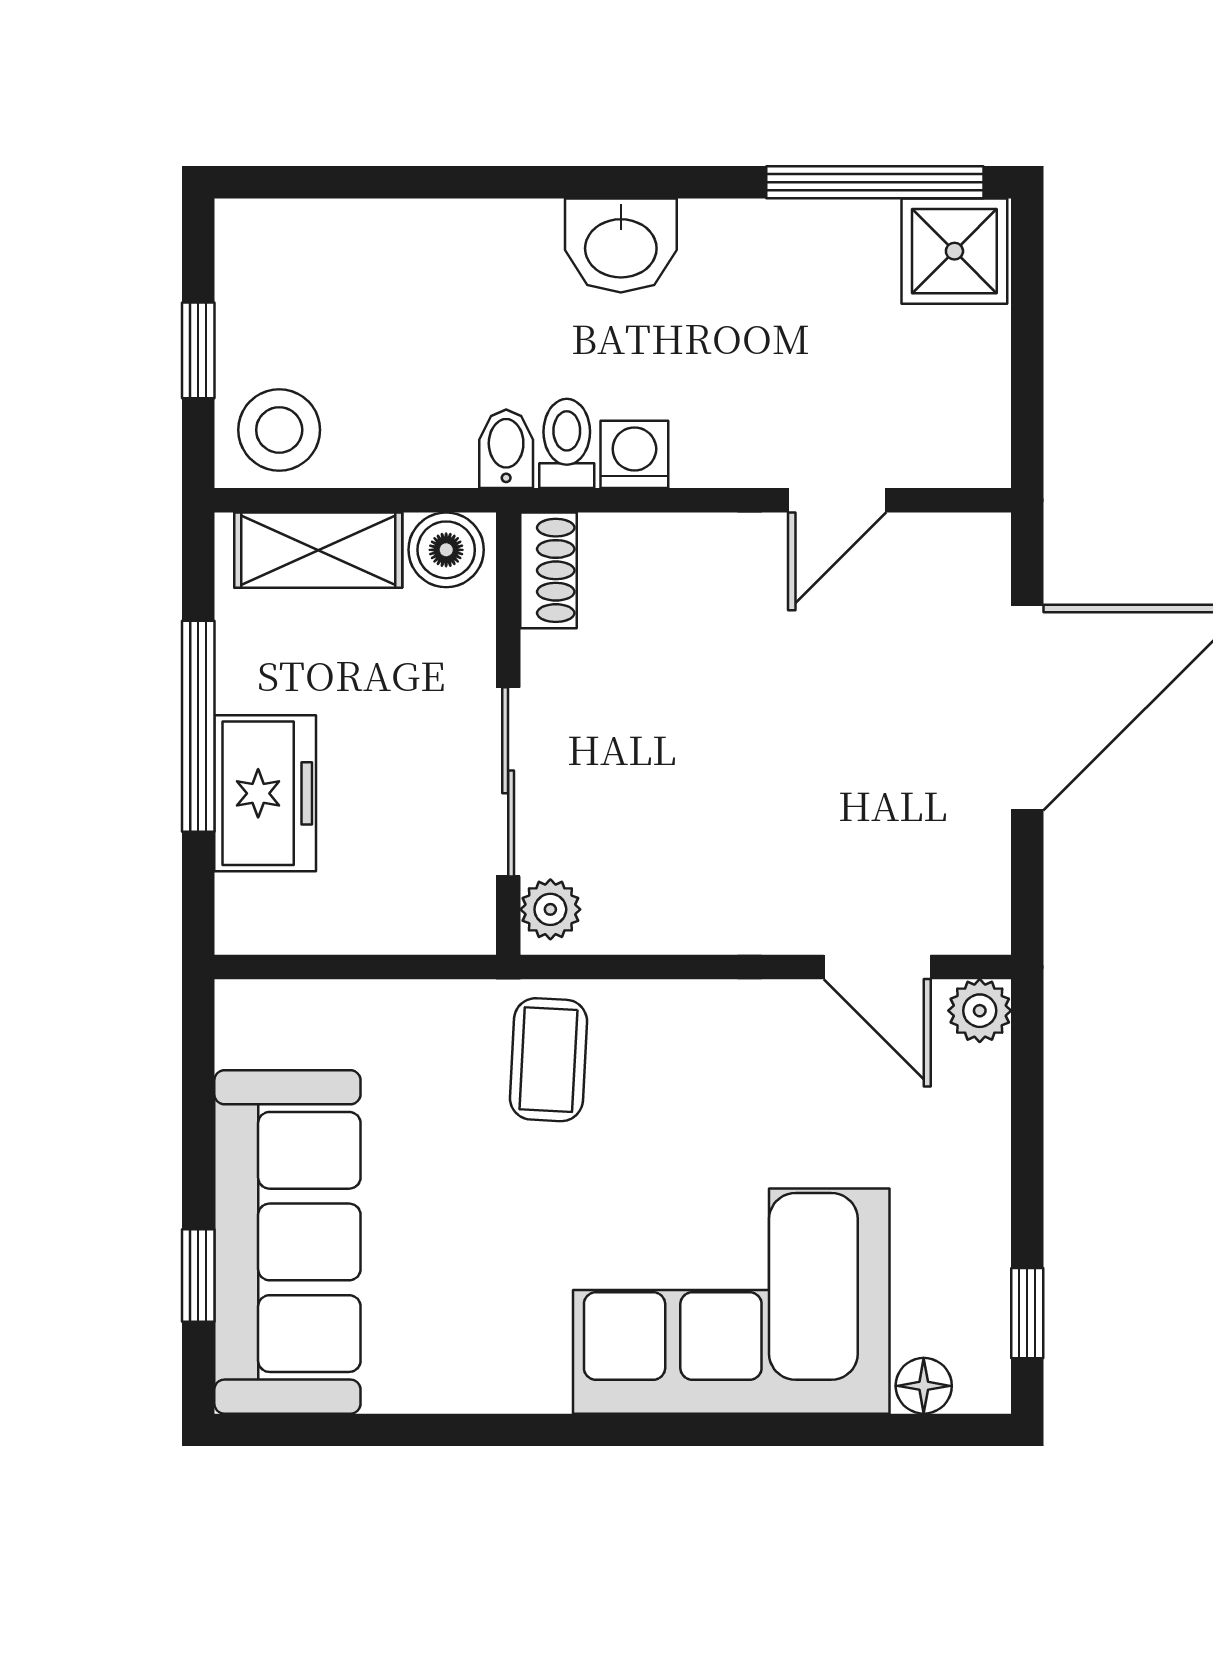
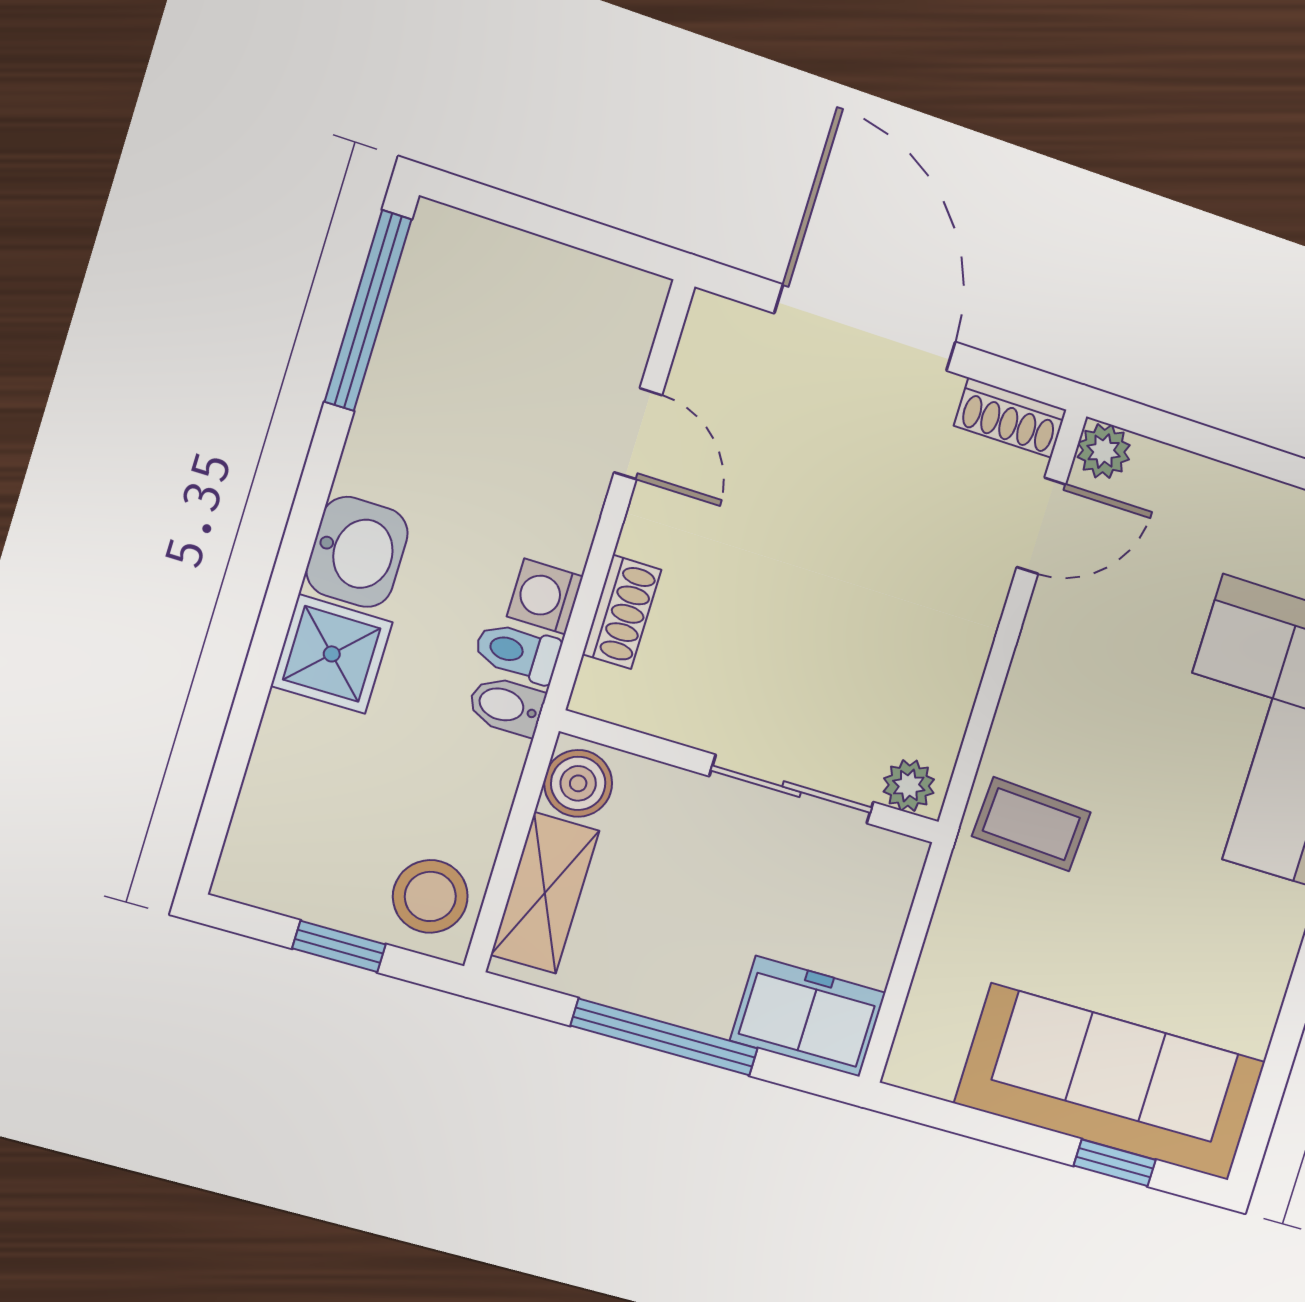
shower: (954, 251) -> (332, 654), moved
shoe rack: (548, 570) -> (622, 612), moved, turned 90
freezer: (265, 793) -> (808, 1016), moved
shoe rack: (983, 896) -> (1010, 418), added

